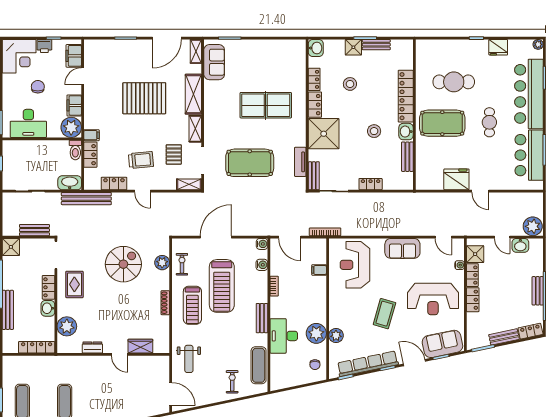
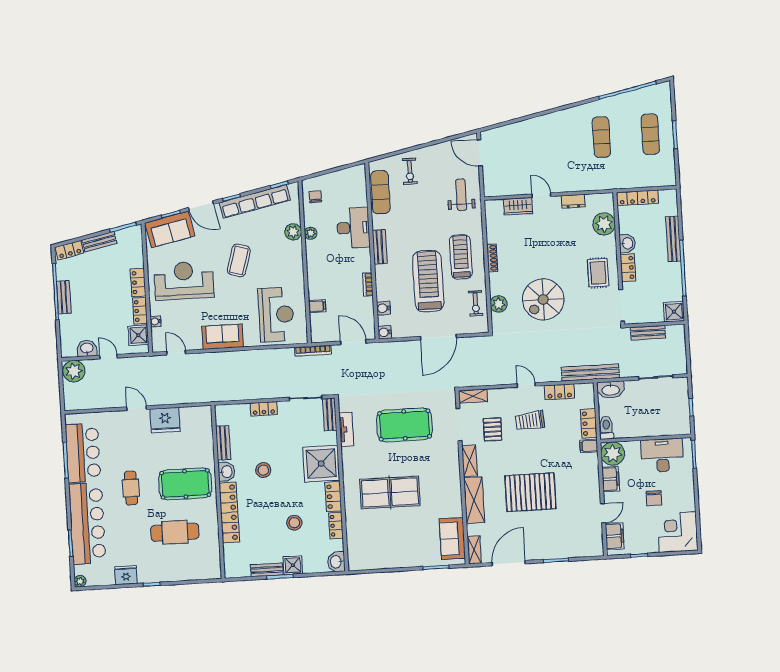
printer: (44, 46) -> (649, 546), removed
plant: (316, 333) -> (311, 233), width x0.53, depth x0.53

